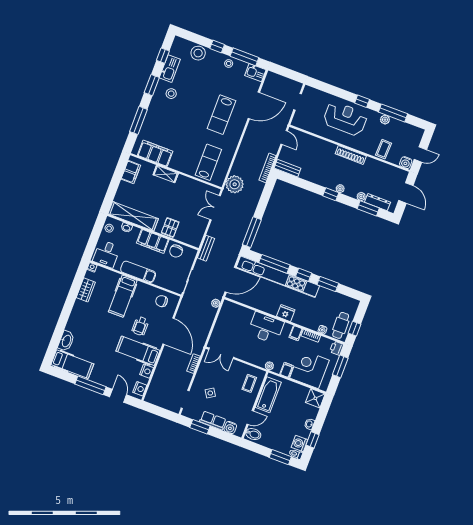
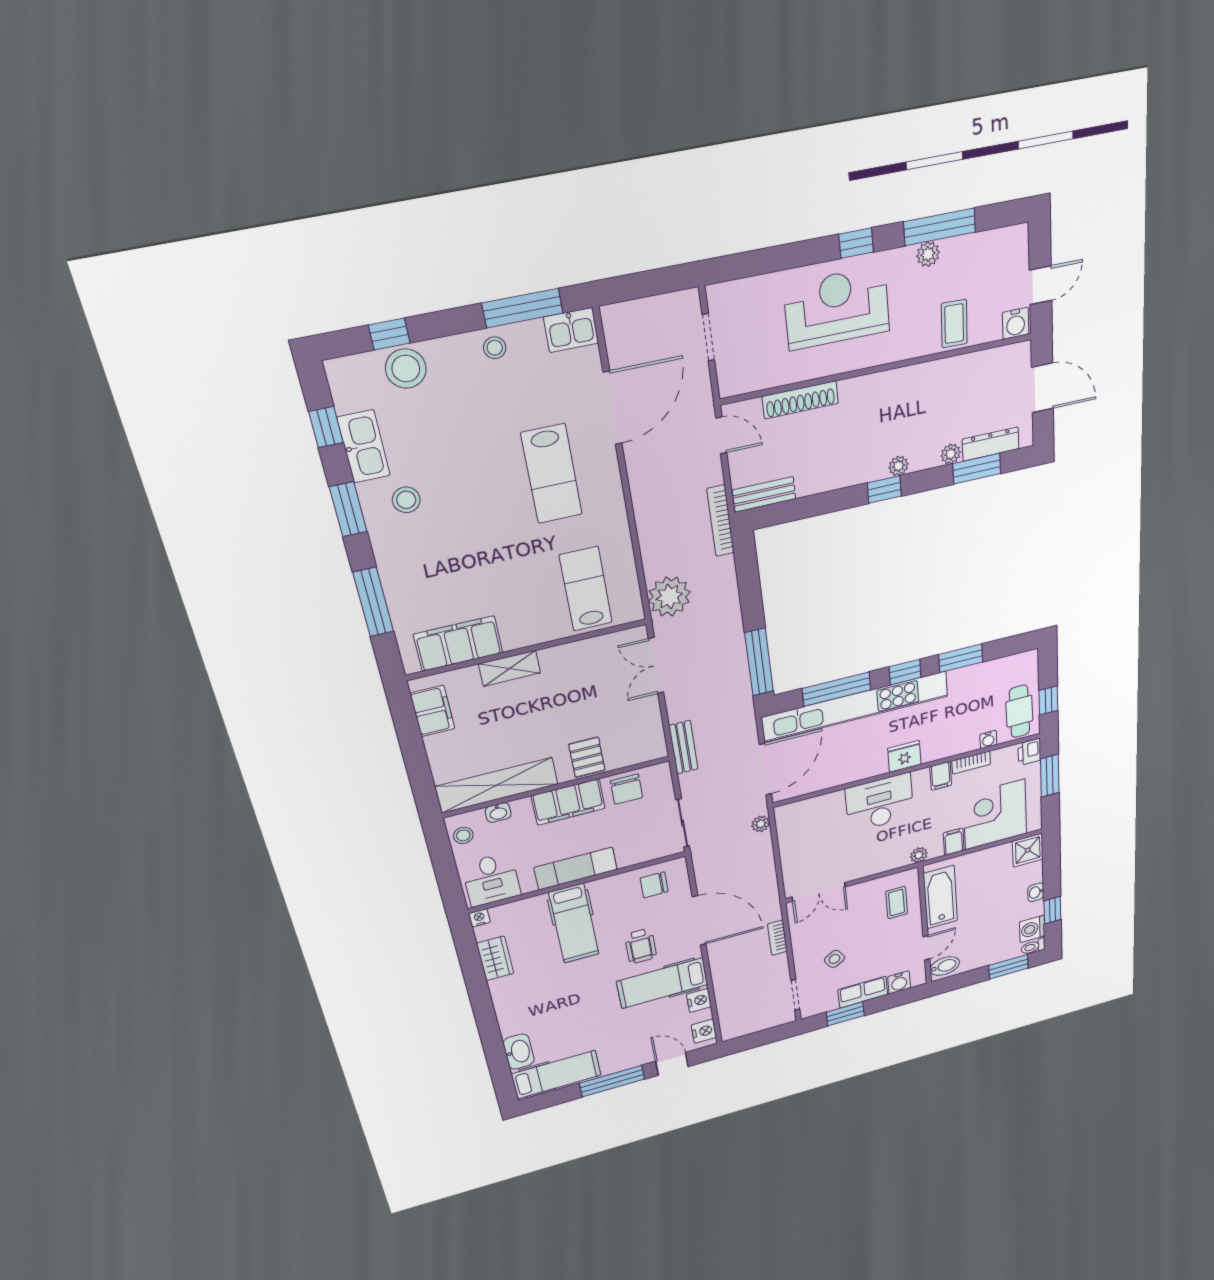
window: (217, 46) -> (389, 334), moved
shoe rack: (351, 155) -> (800, 400), moved

